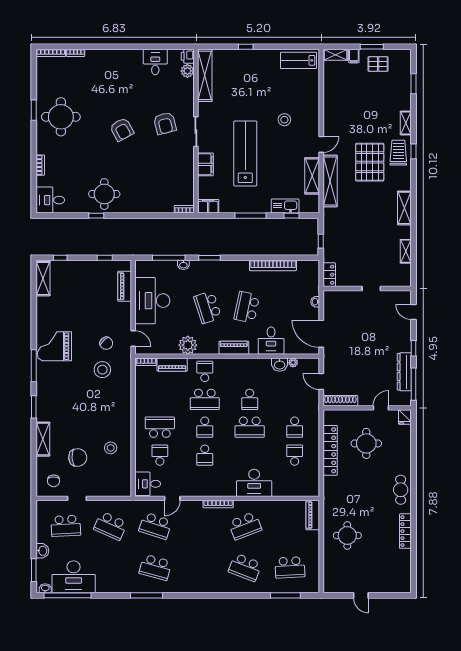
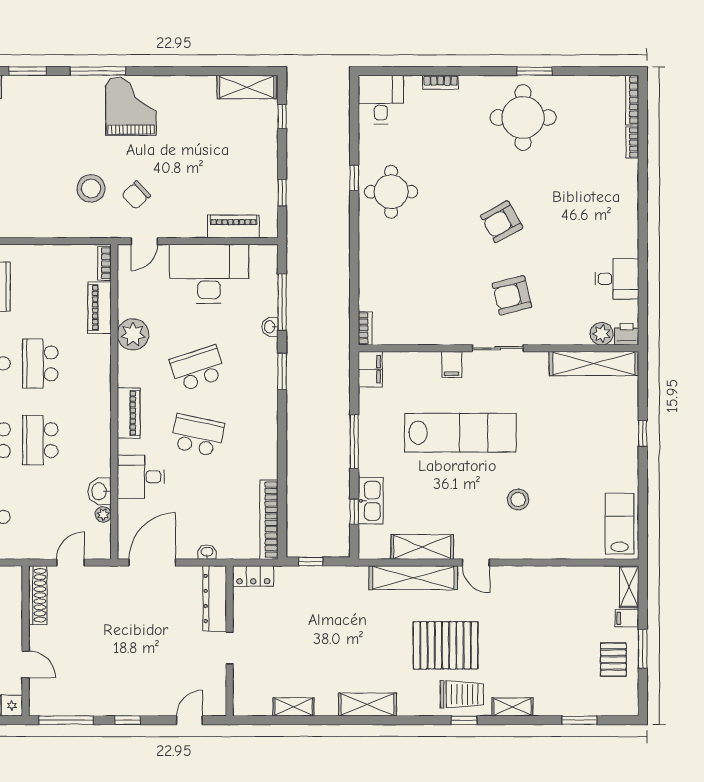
filing cabinet: (205, 164) -> (452, 365), width x0.50
bookcase: (273, 265) -> (269, 520), moved
school desk: (205, 371) -> (88, 363), removed
dresser: (404, 372) -> (215, 598), moved, turned -90
school desk: (250, 399) -> (40, 440), width x1.85

